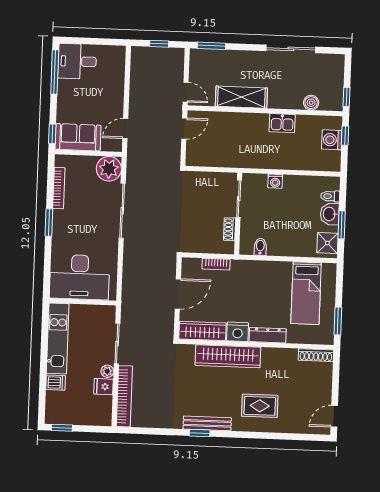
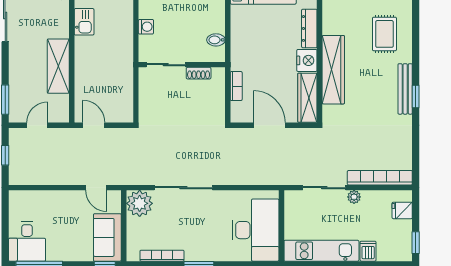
door: (186, 92) -> (37, 125), moved
fridge: (103, 387) -> (402, 210), moved, turned 90

